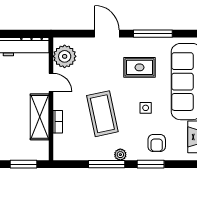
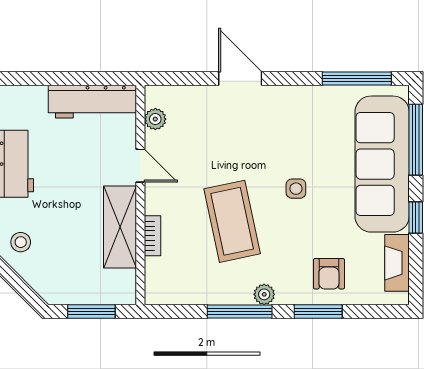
window: (153, 34) -> (357, 78), moved
plant: (65, 56) -> (155, 119), width x0.53, depth x0.53
rug: (139, 67) -> (298, 139), removed
side table: (146, 108) -> (296, 189), moved

